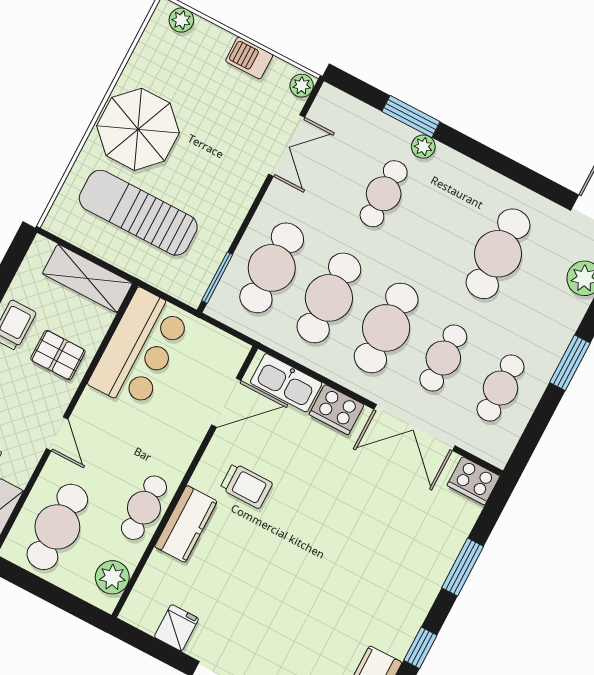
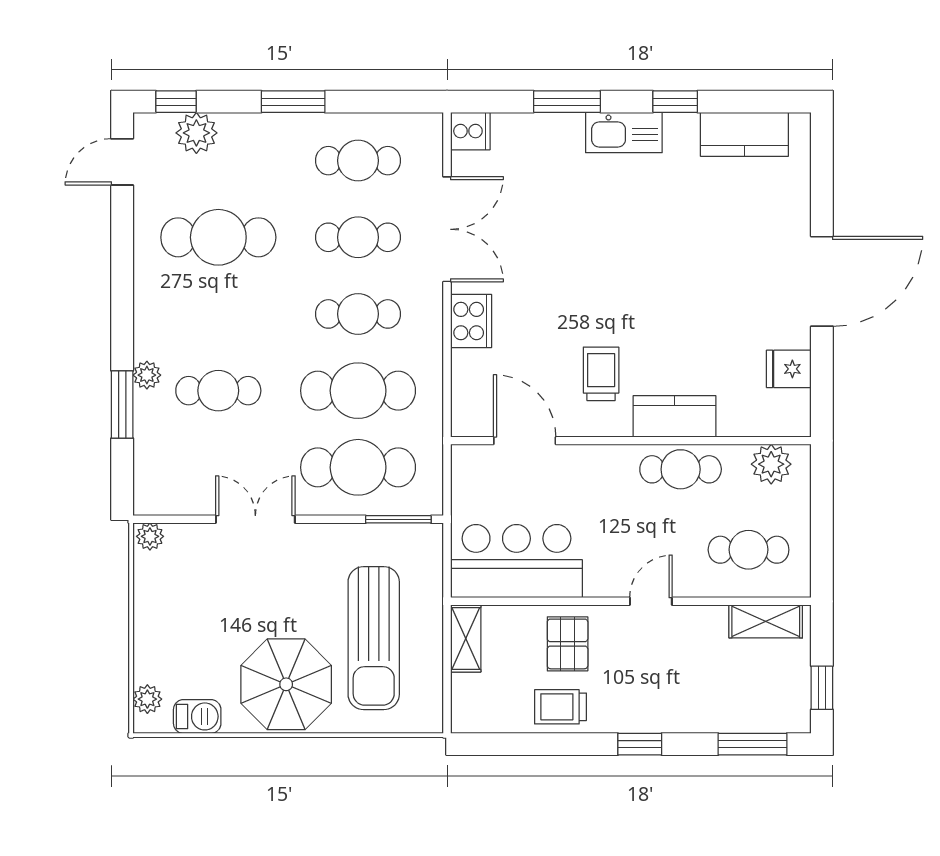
barbecue: (249, 58) -> (197, 716), moved, turned -90
double door: (287, 146) -> (255, 519), moved
shelving: (87, 278) -> (466, 638), width x0.67, depth x0.75
cafe table: (386, 328) -> (358, 314), width x0.73, depth x0.74
kitchen sink: (286, 383) -> (624, 133), moved, turned 90
cooker: (473, 481) -> (470, 131), width x0.73
cafe table: (57, 527) -> (749, 550), width x0.73, depth x0.74

